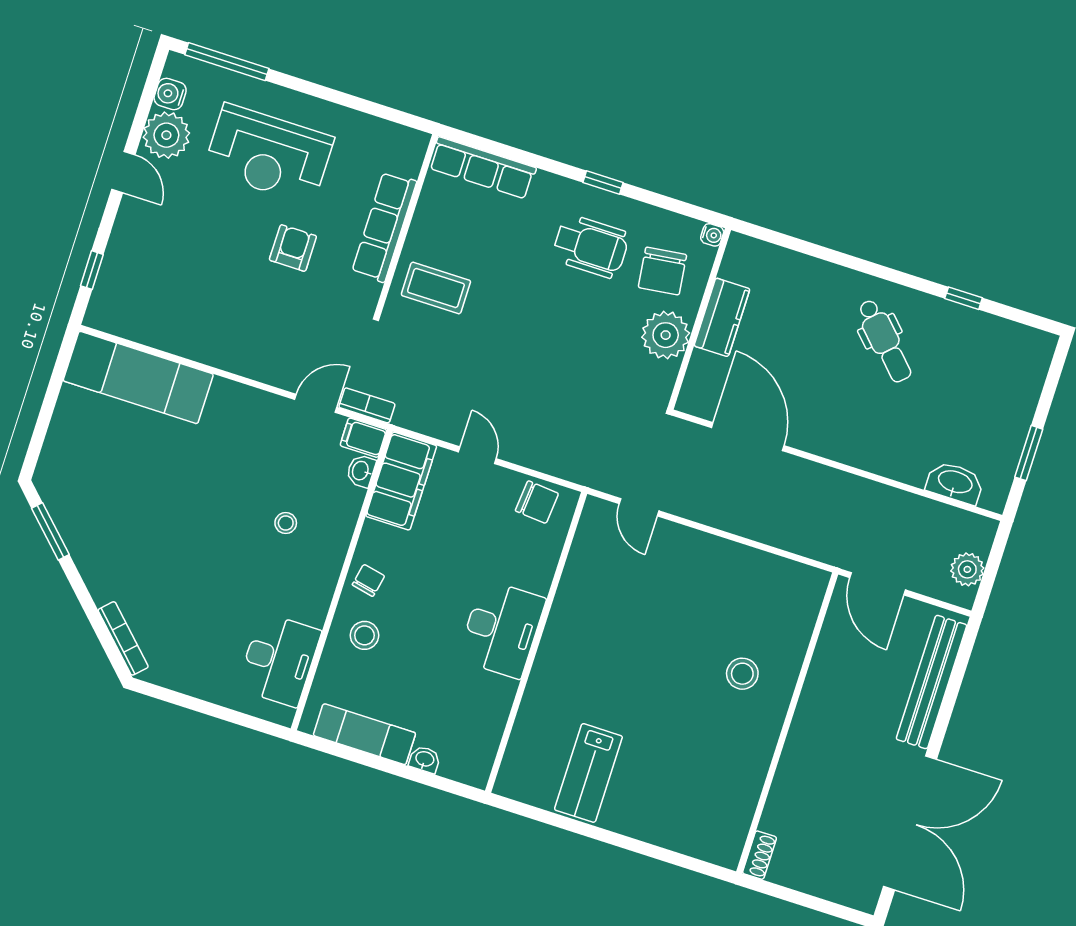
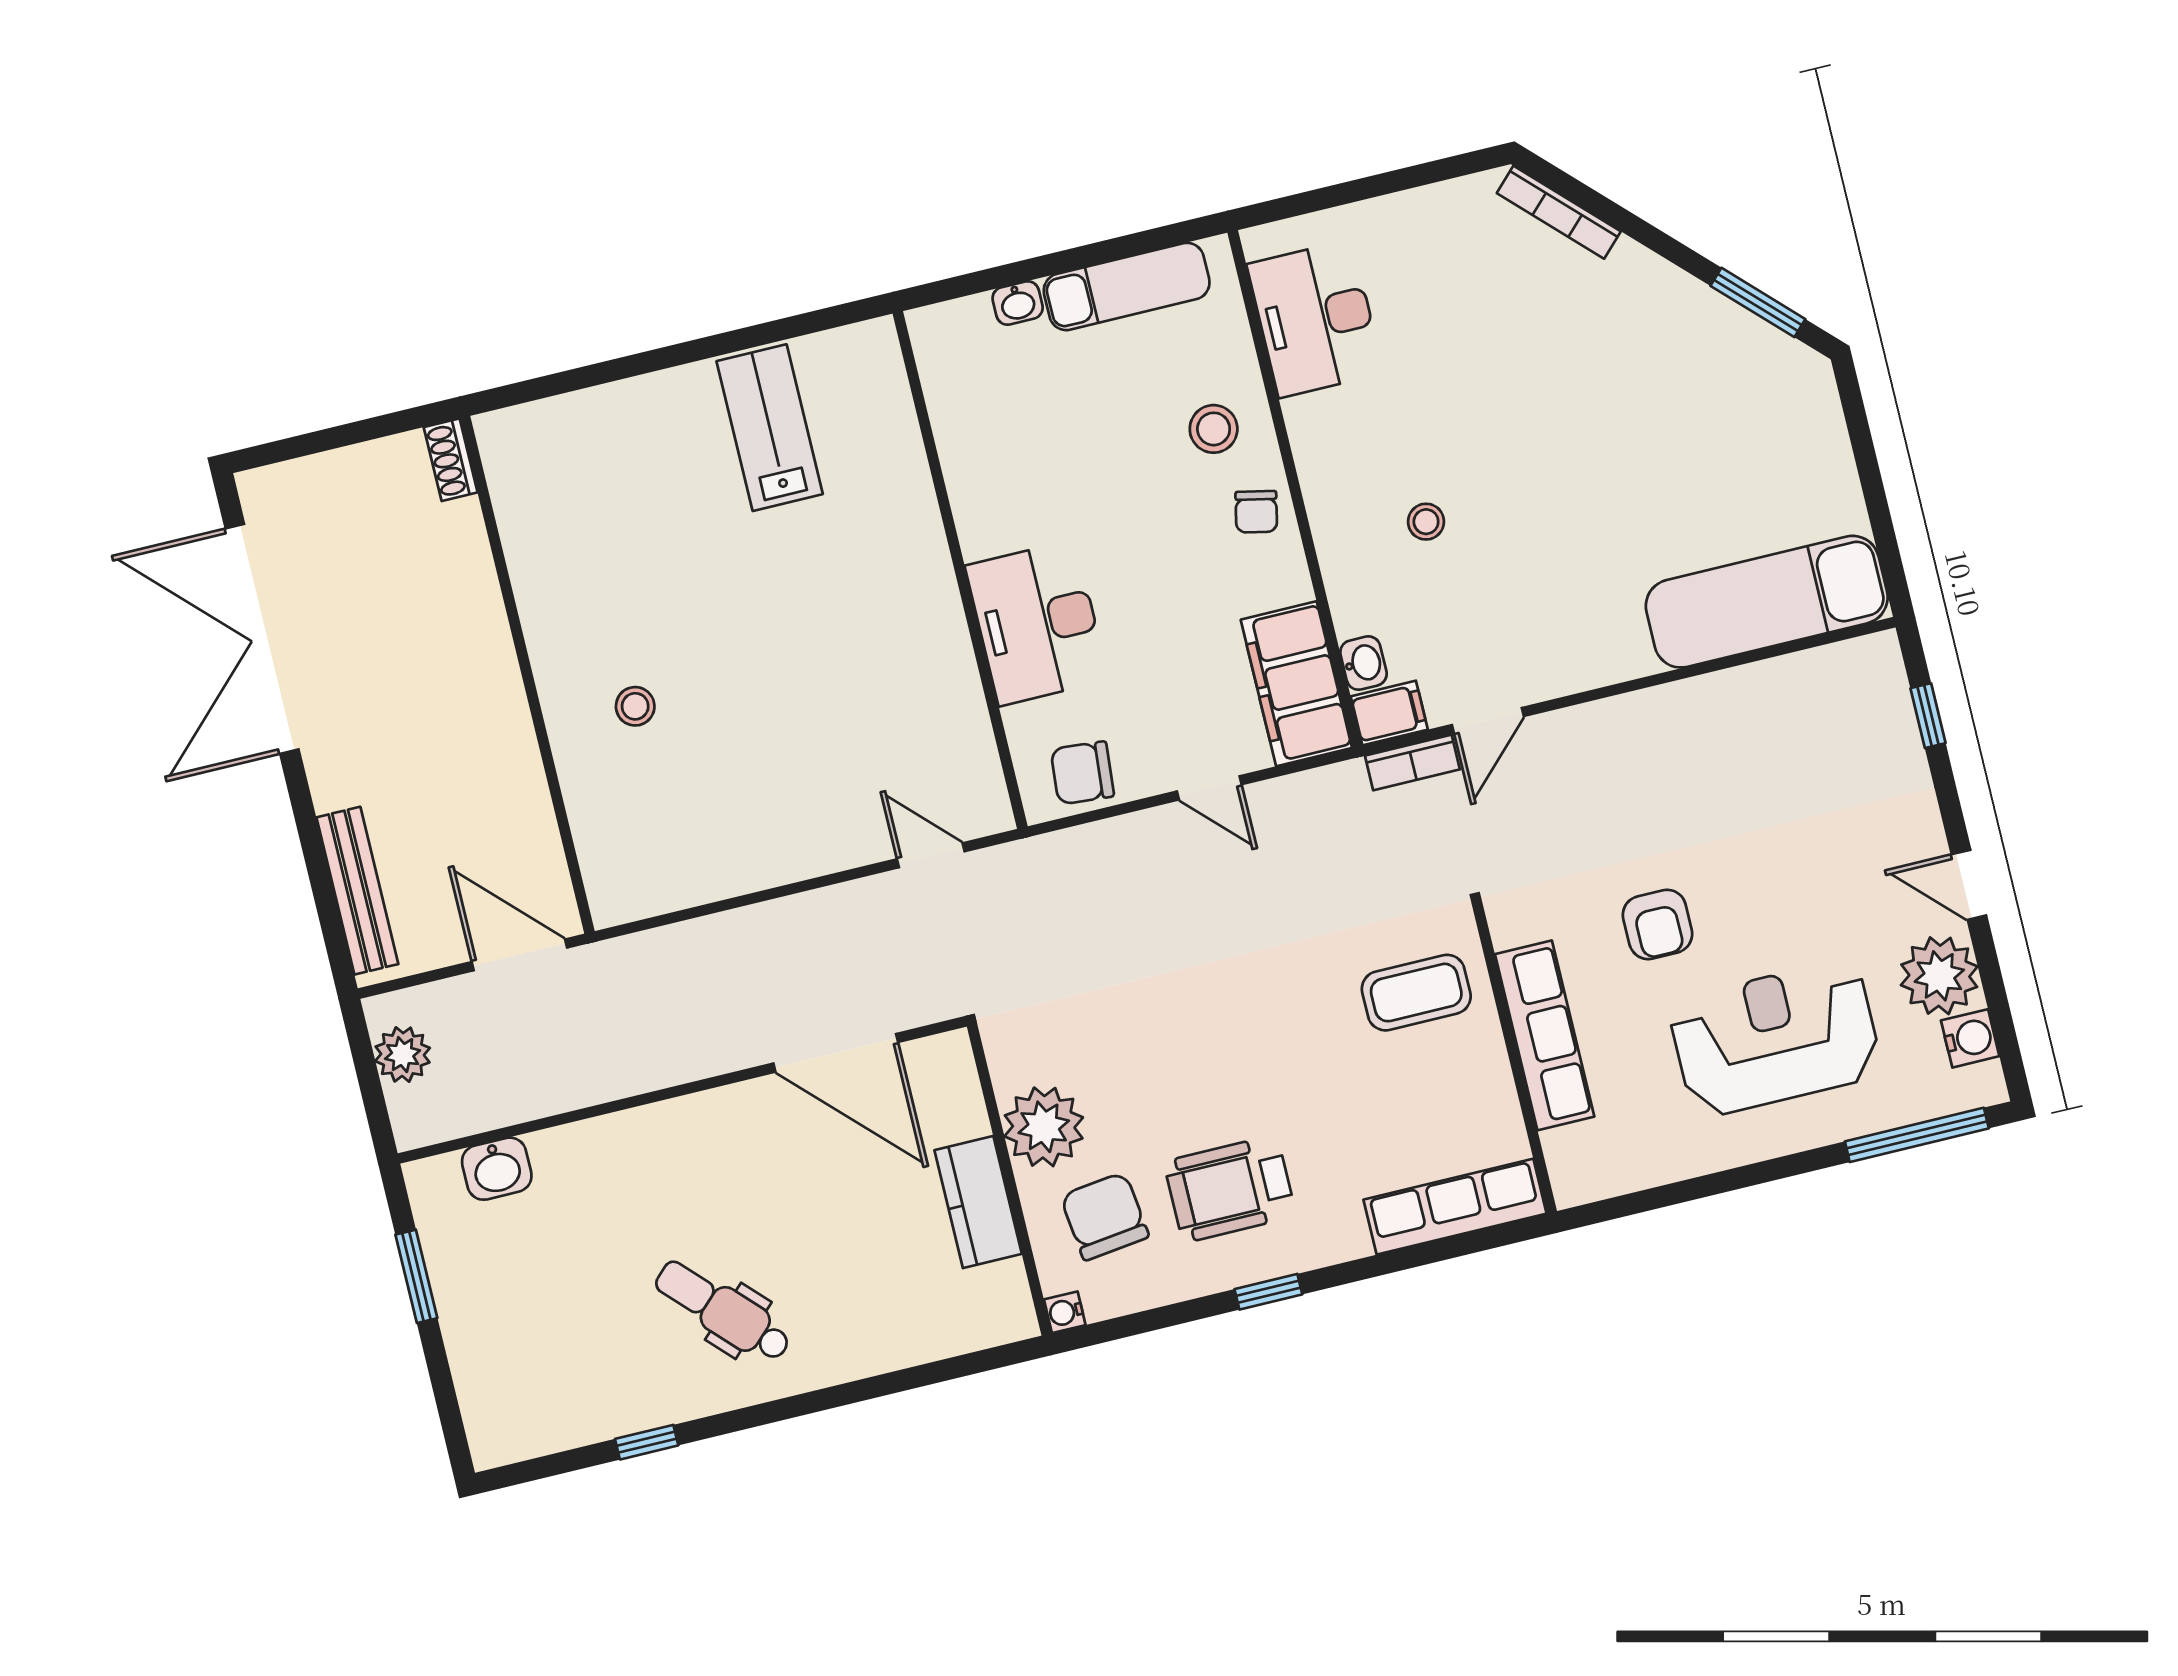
washbasin: (955, 483) -> (497, 1169), width x0.72
desk: (502, 629) -> (1037, 623), moved
stool: (742, 674) -> (635, 706), width x0.73, depth x0.73
bench: (932, 682) -> (357, 891), width x0.73, depth x0.82

